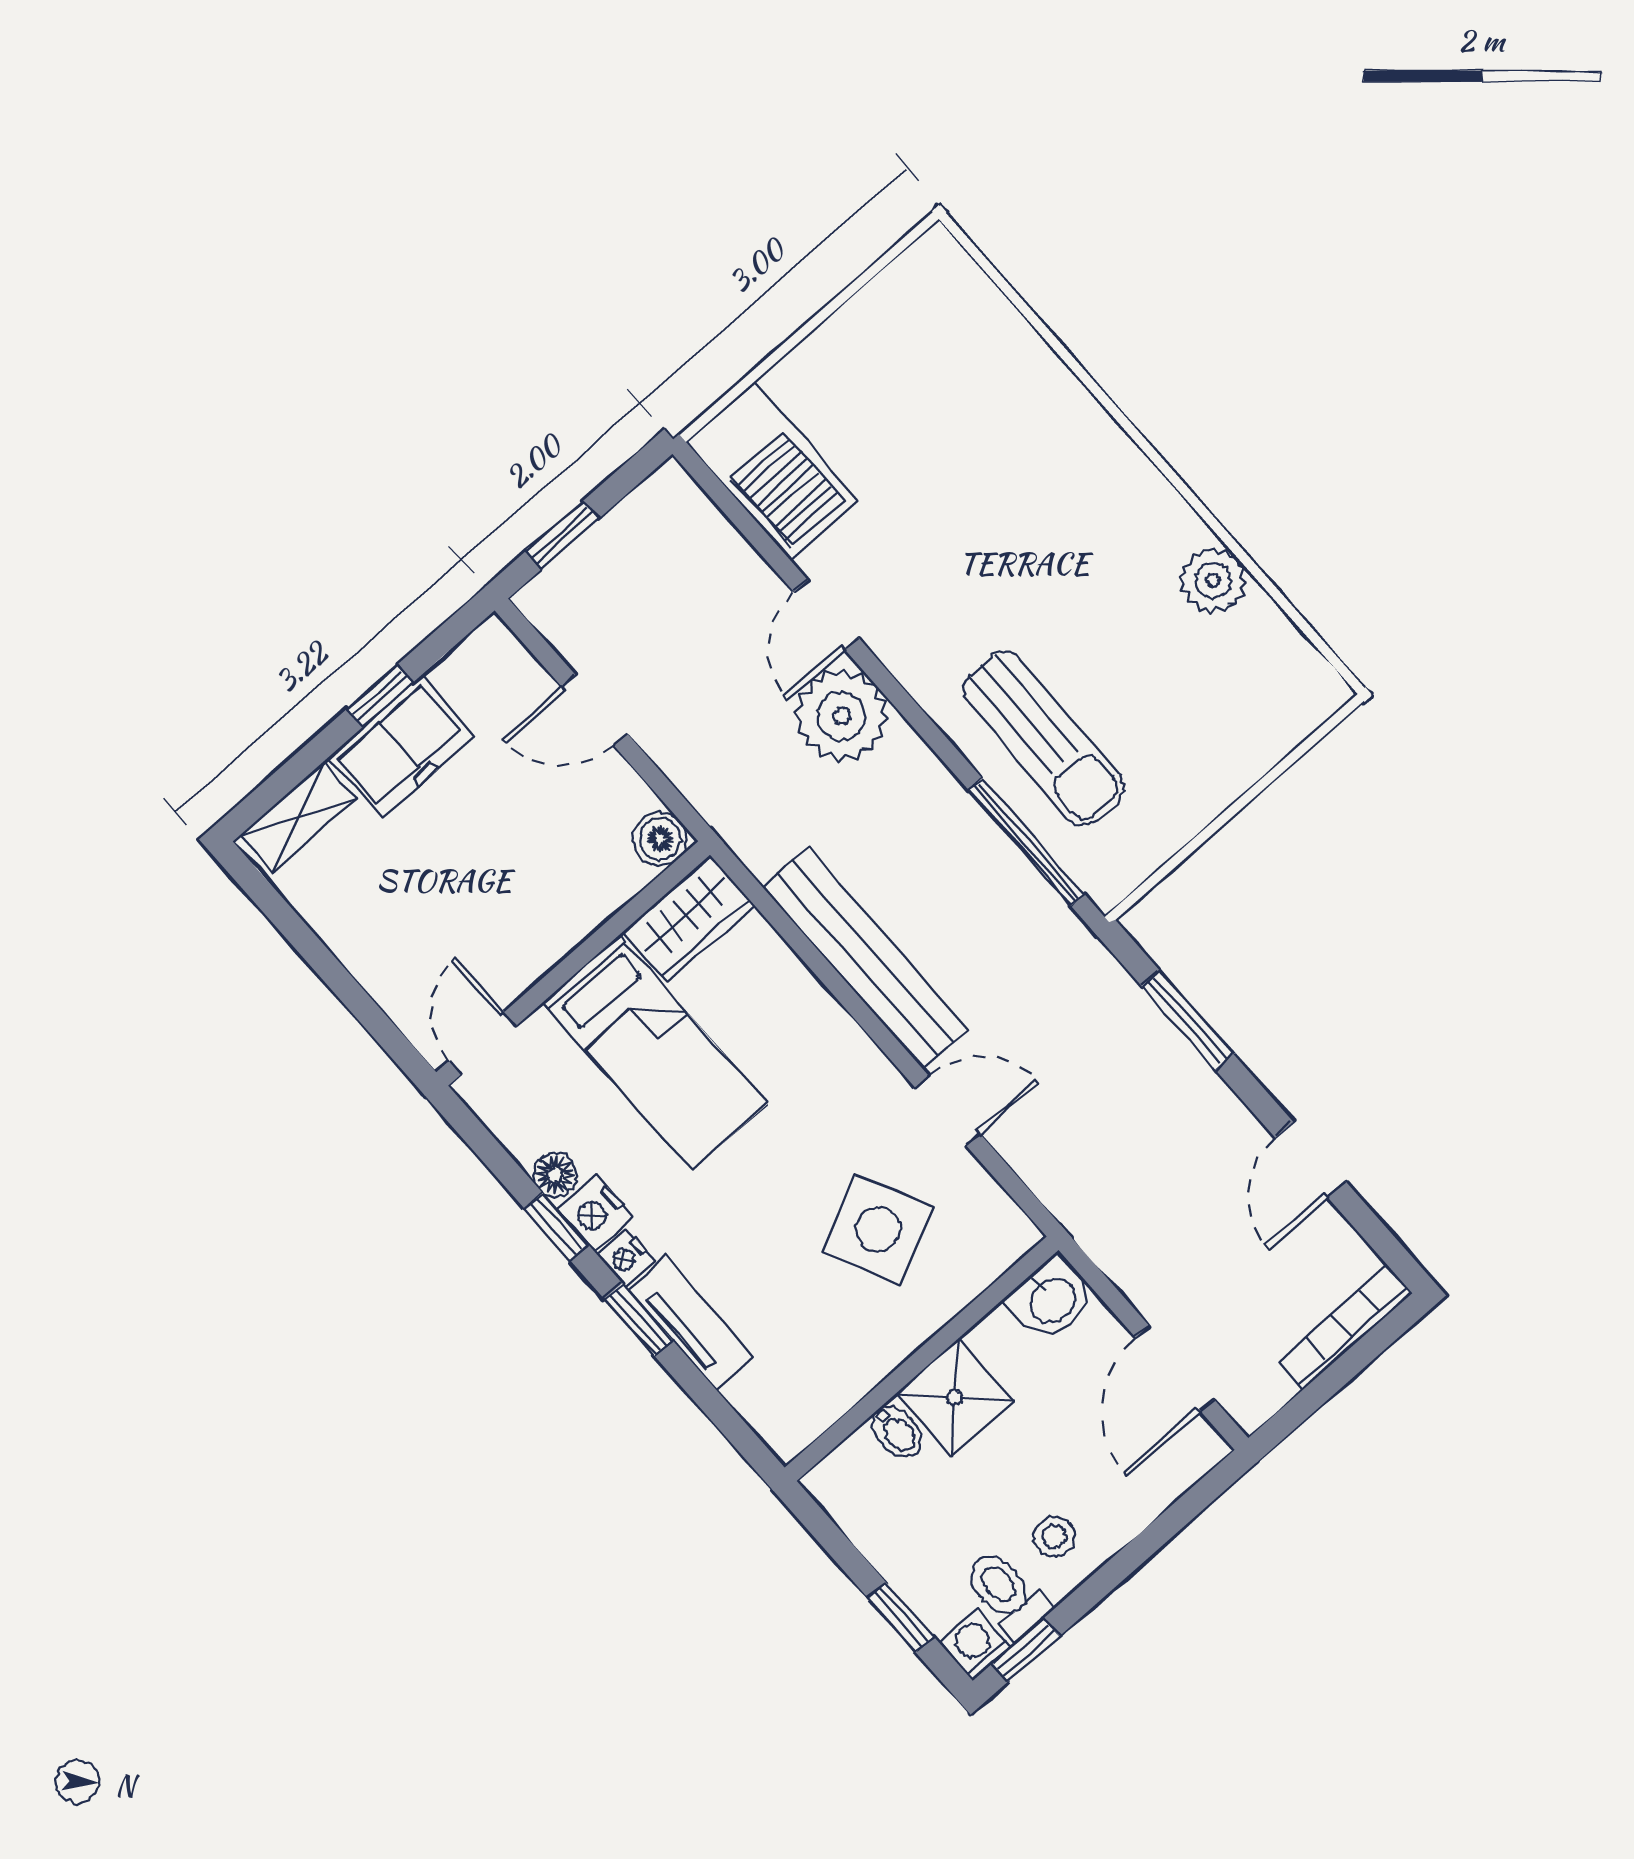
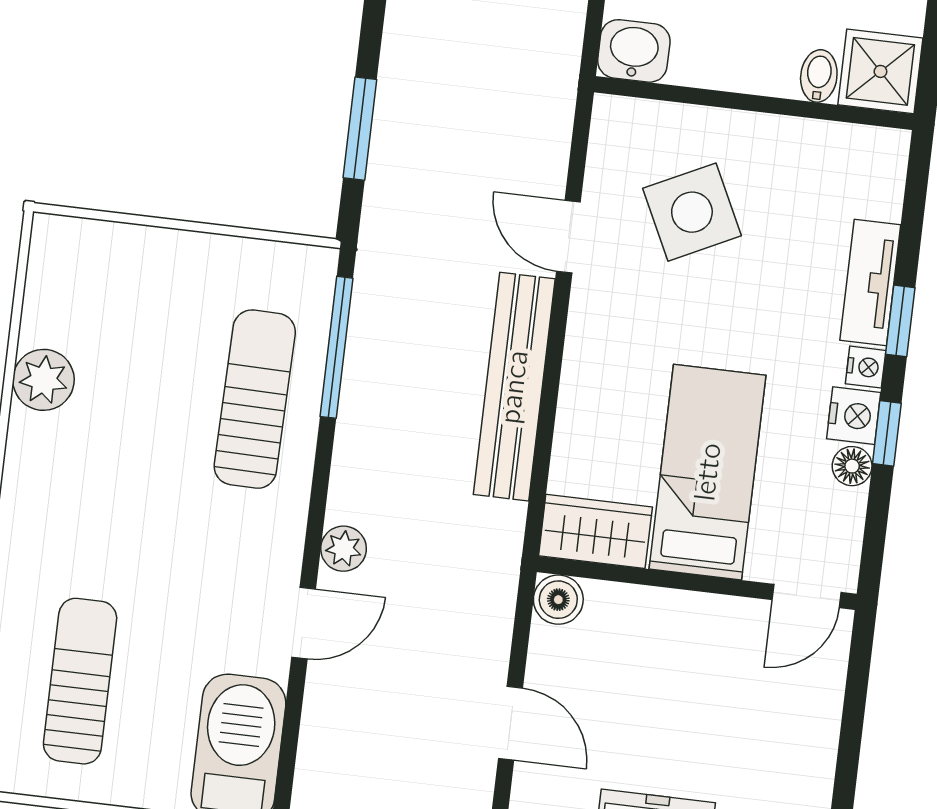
sun lounger: (942, 391) -> (80, 681), added
plant: (841, 716) -> (344, 549), width x0.53, depth x0.53
shower: (955, 1397) -> (880, 71), moved

